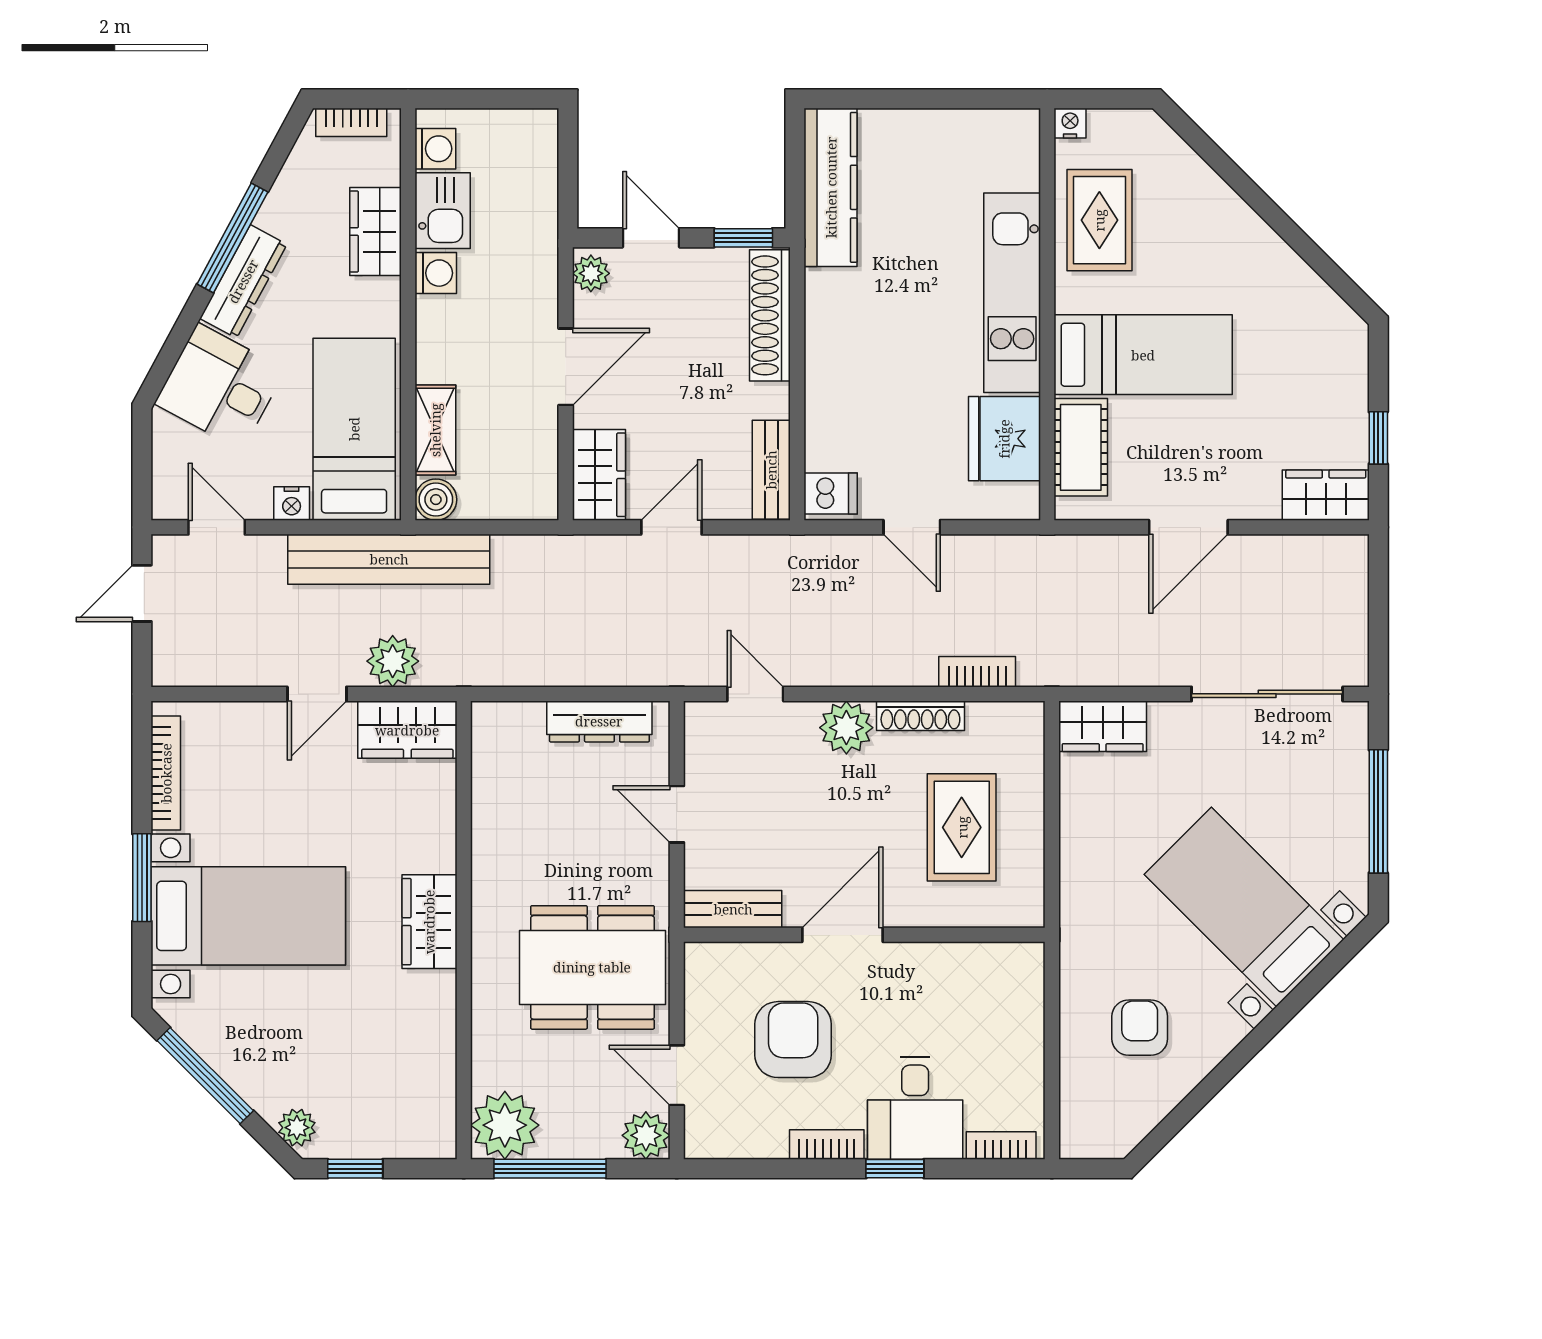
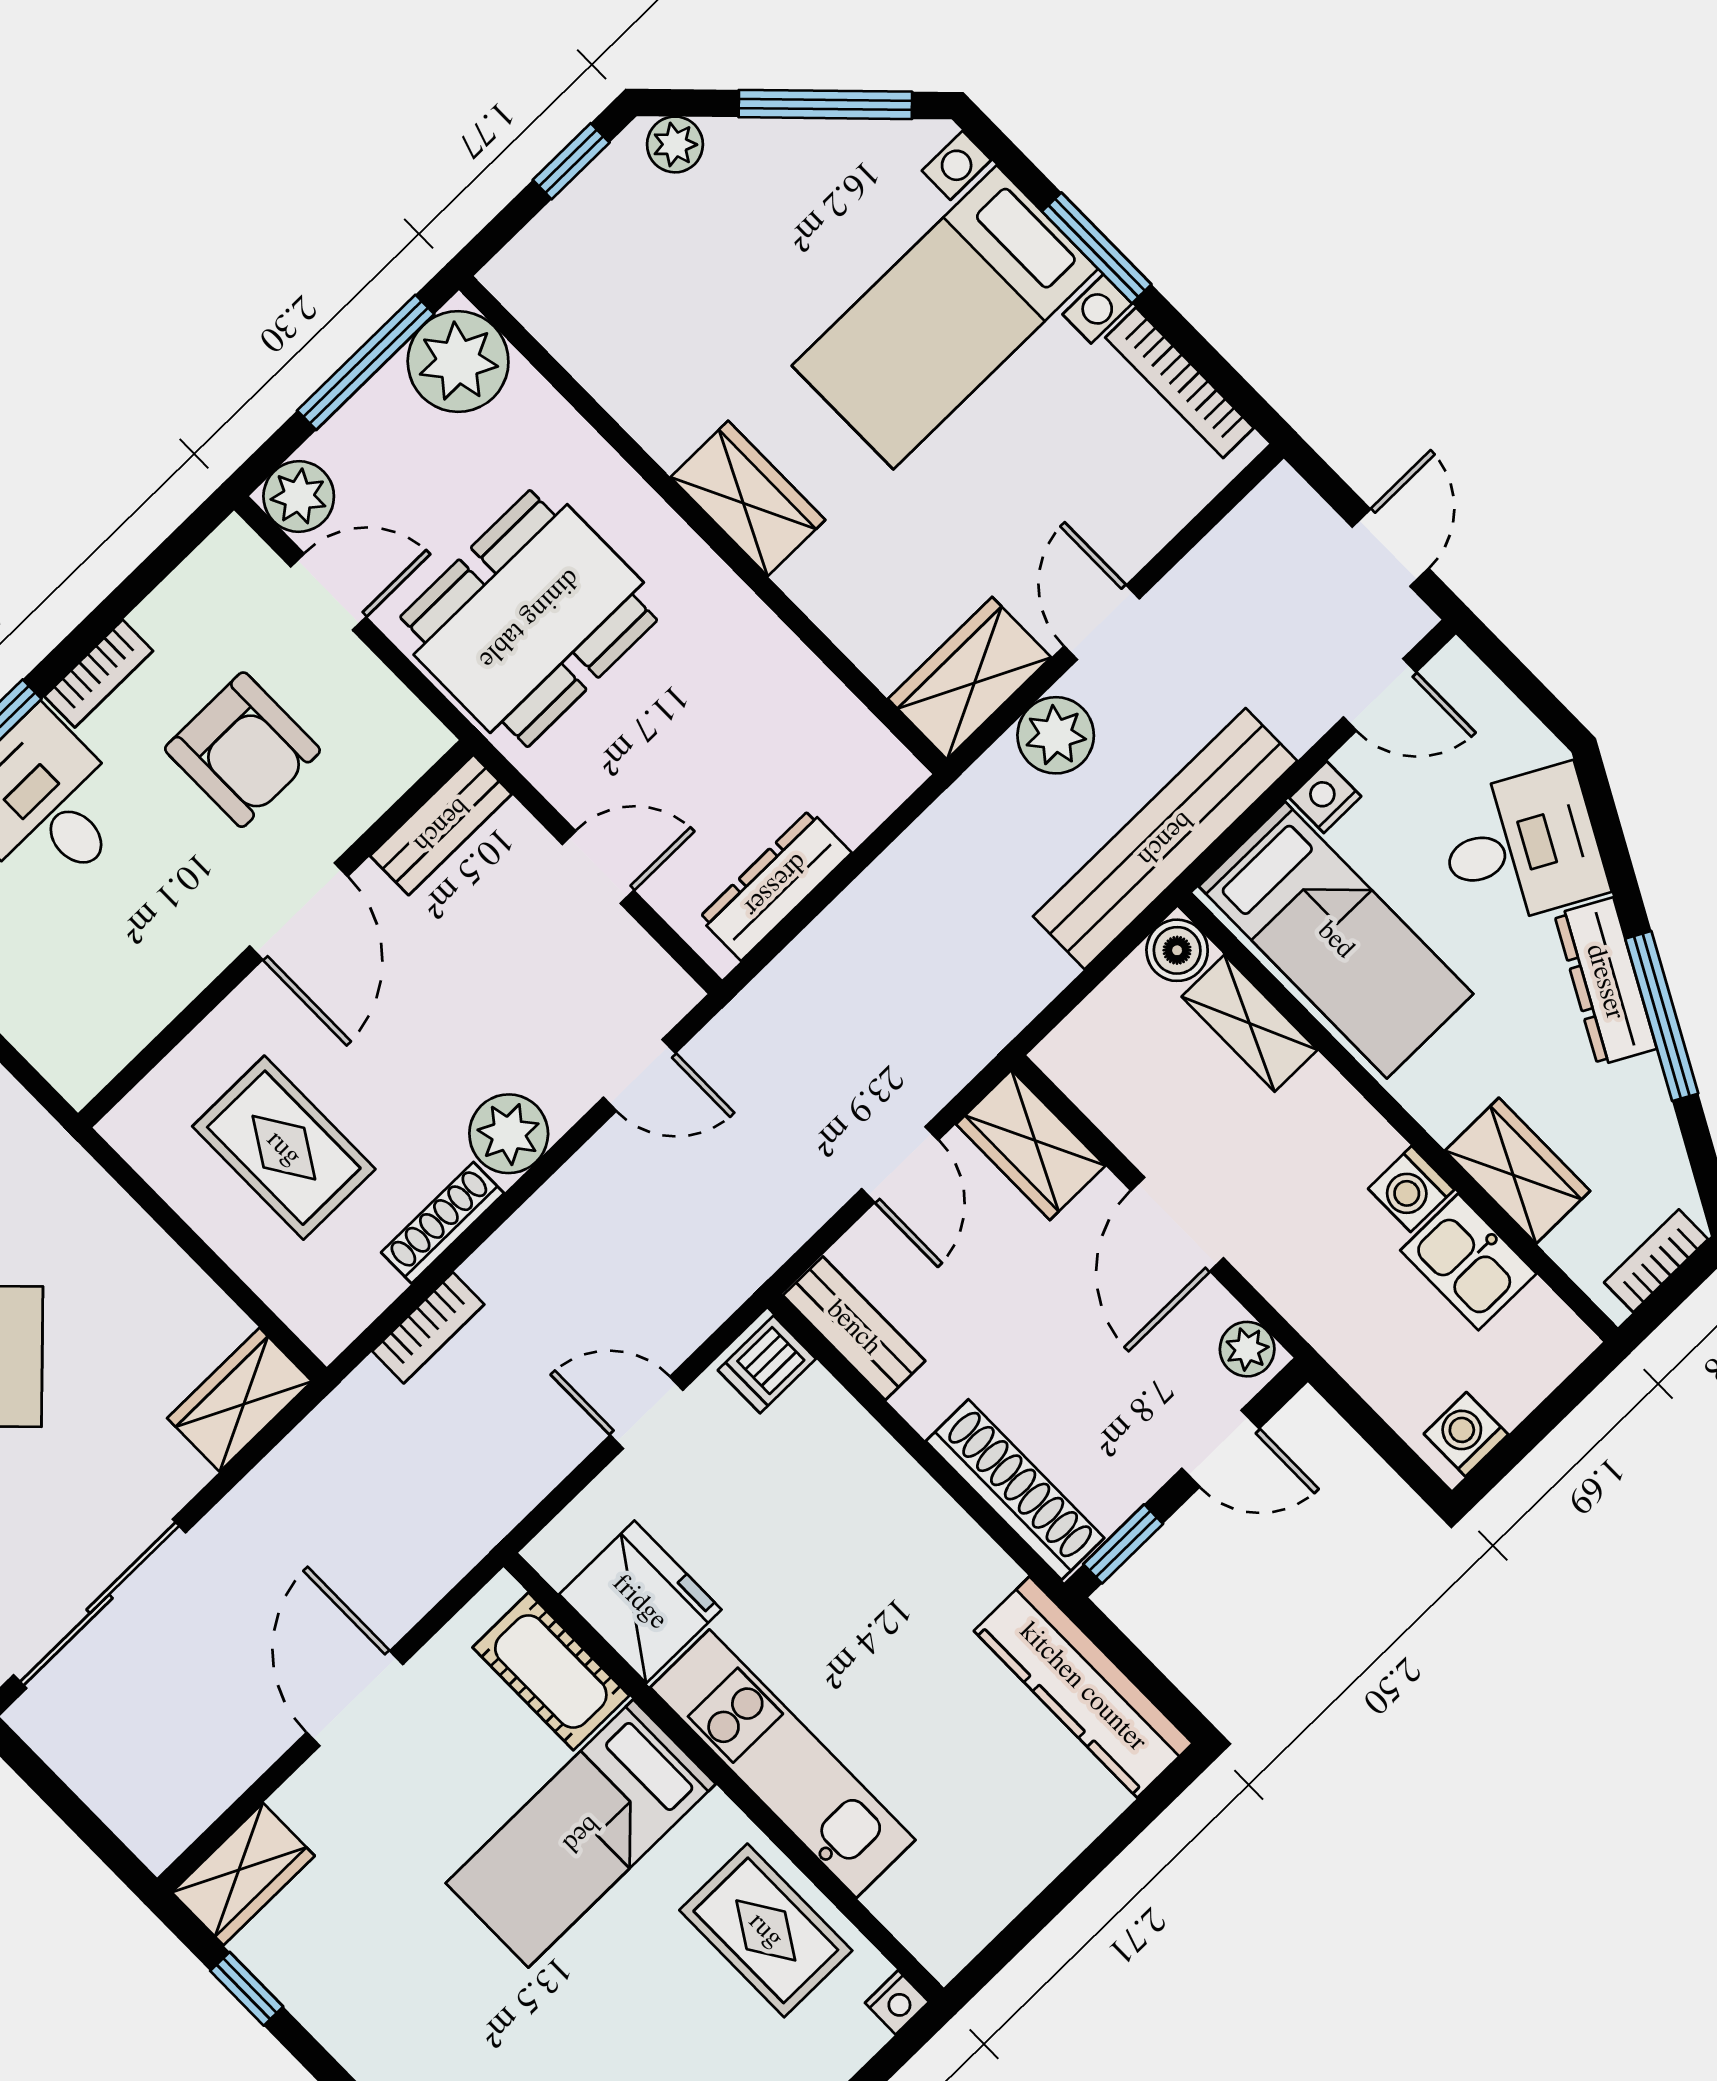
washing machine: (435, 149) -> (1466, 1434), moved, turned 90

